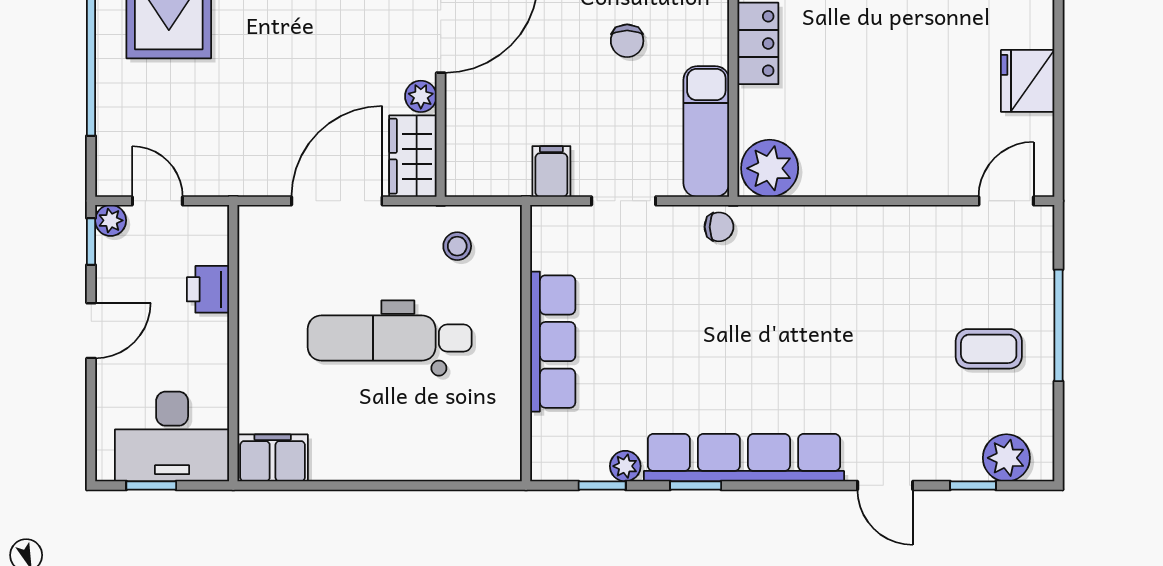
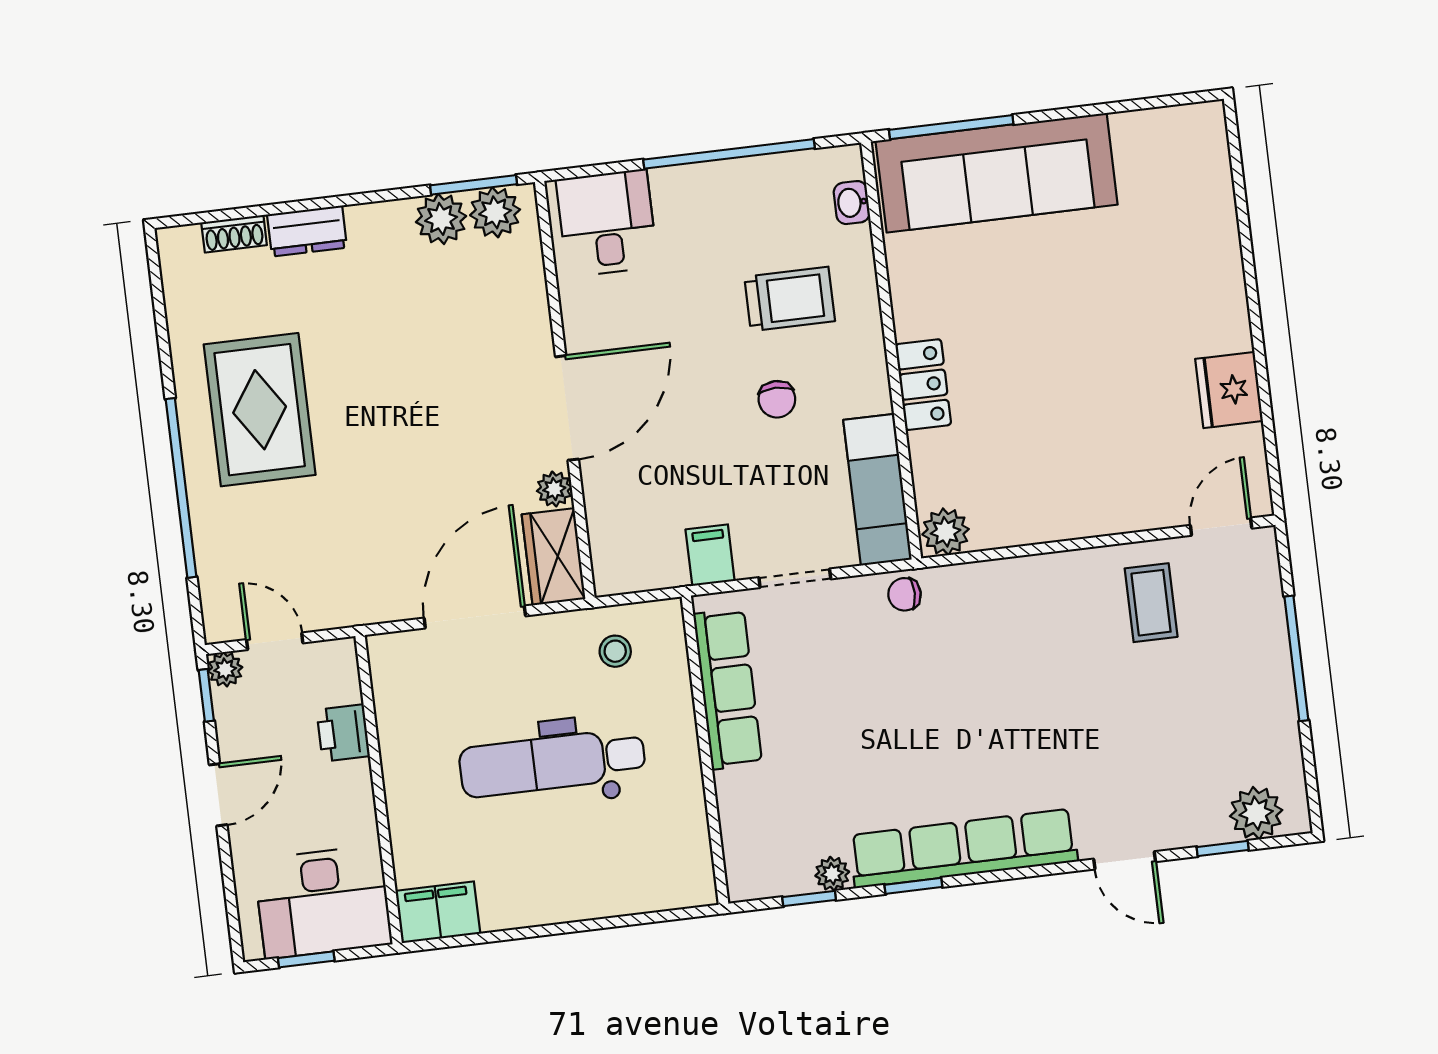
plant: (770, 168) -> (946, 532), width x0.73, depth x0.73
chair: (719, 227) -> (904, 594), turned 180
row of seats: (553, 342) -> (728, 689), moved
coffee table: (989, 349) -> (1151, 603), moved, turned 90

